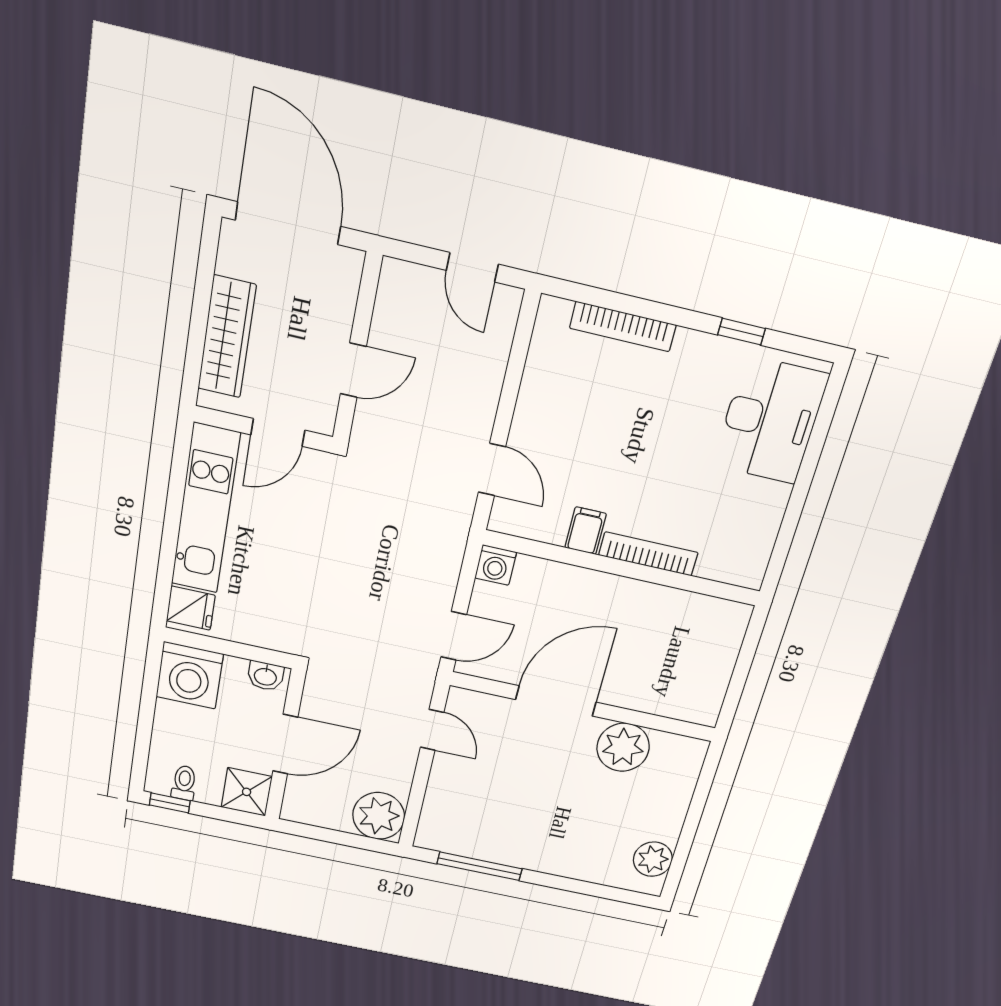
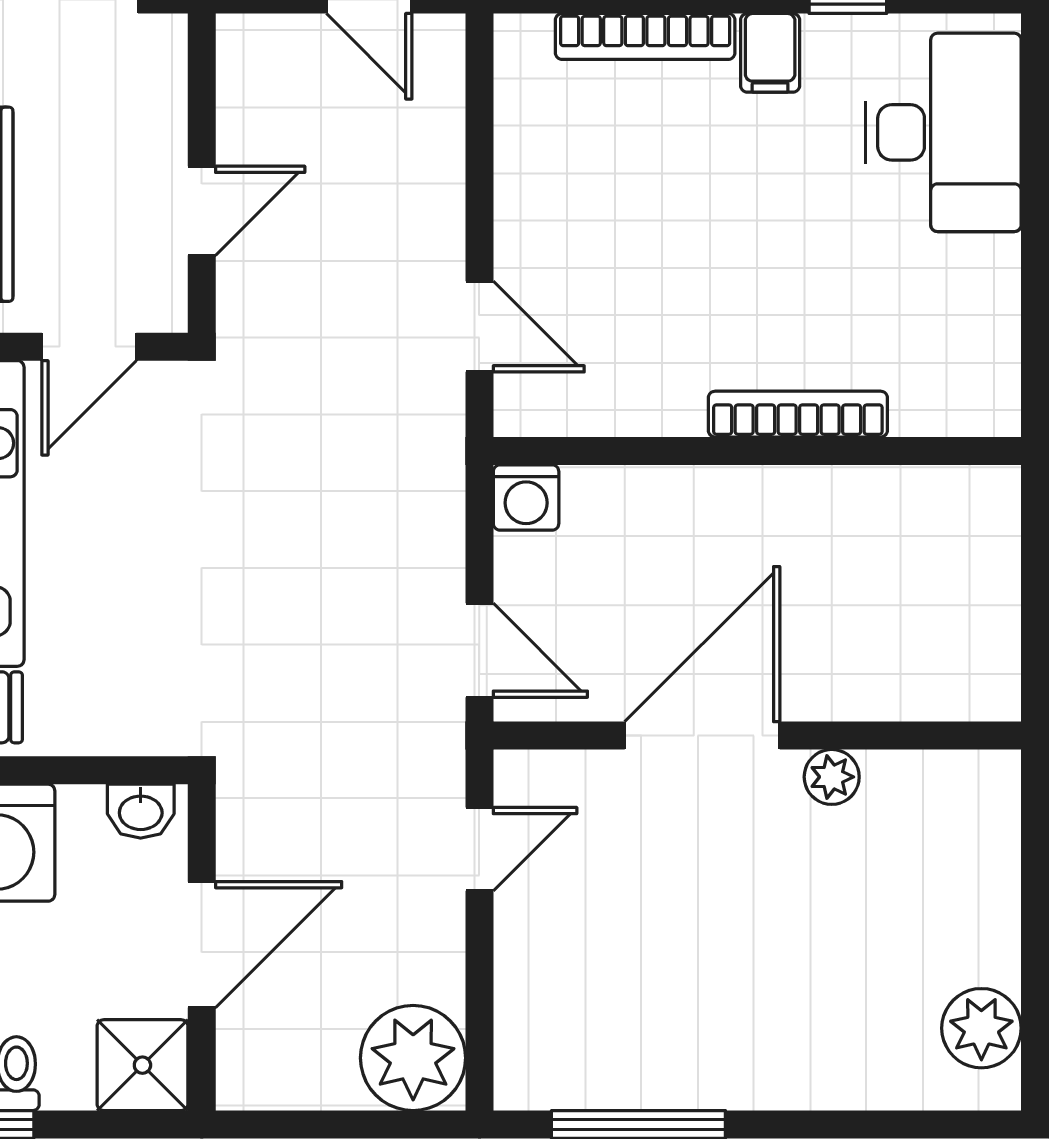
filing cabinet: (586, 531) -> (770, 53), moved, turned 180
door: (454, 636) -> (479, 650), hinge flipped
door: (432, 730) -> (479, 849), hinge flipped
plant: (623, 747) -> (832, 777), width x0.53, depth x0.53

